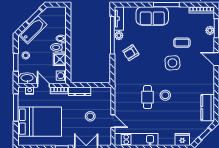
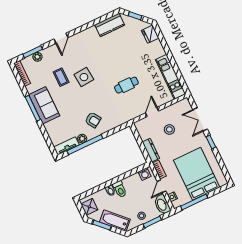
sofa: (152, 16) -> (44, 105), moved
shower: (60, 59) -> (89, 207), moved
stool: (165, 95) -> (117, 69), removed
door: (113, 121) -> (152, 112), moved

